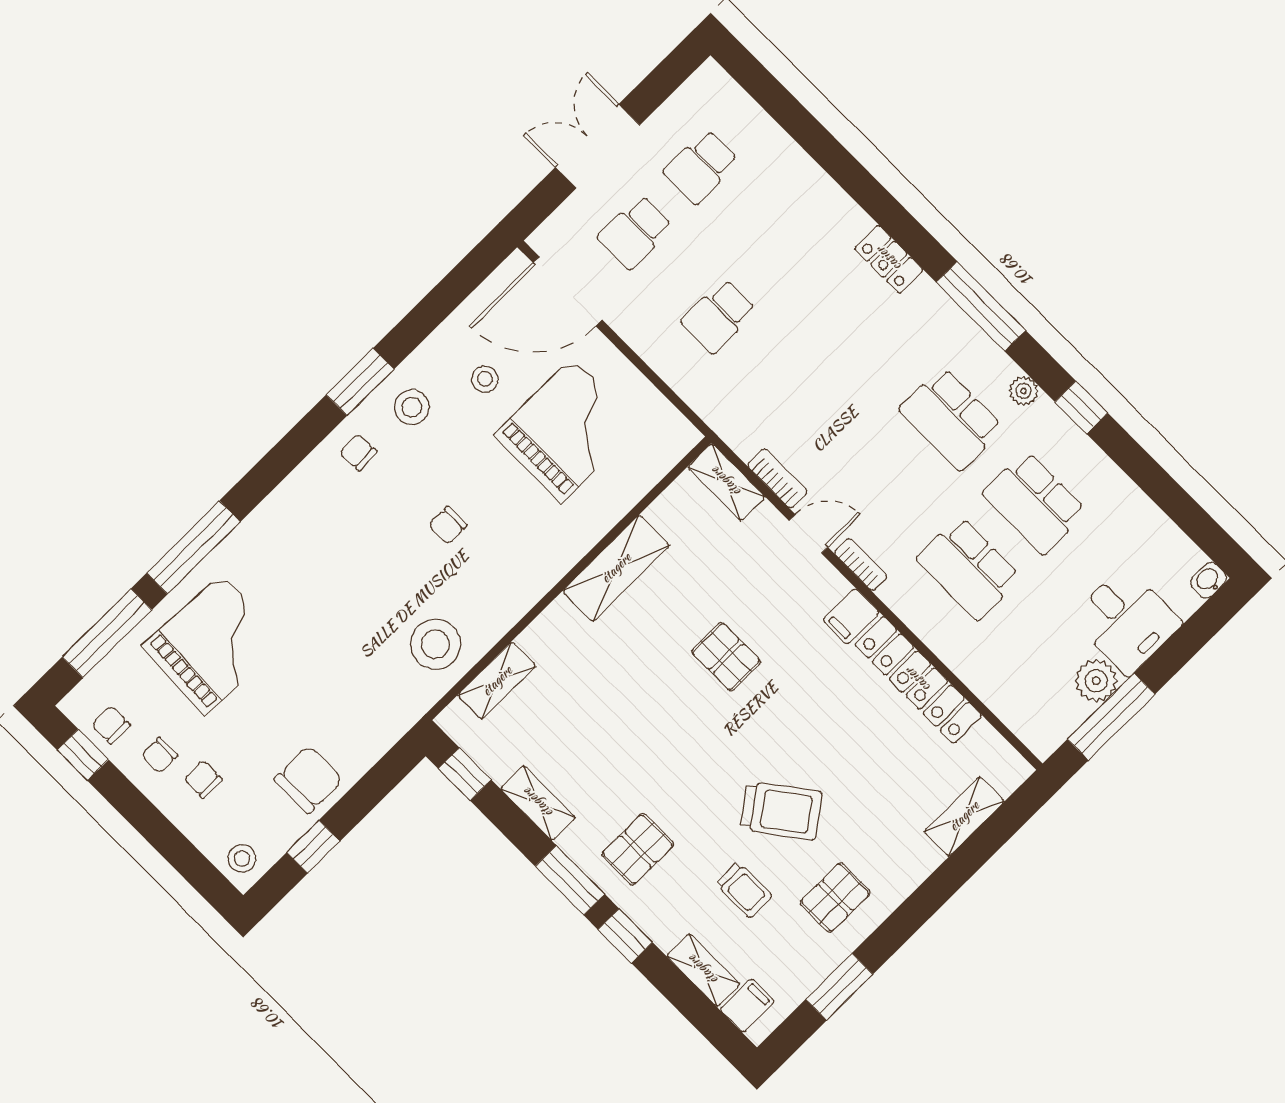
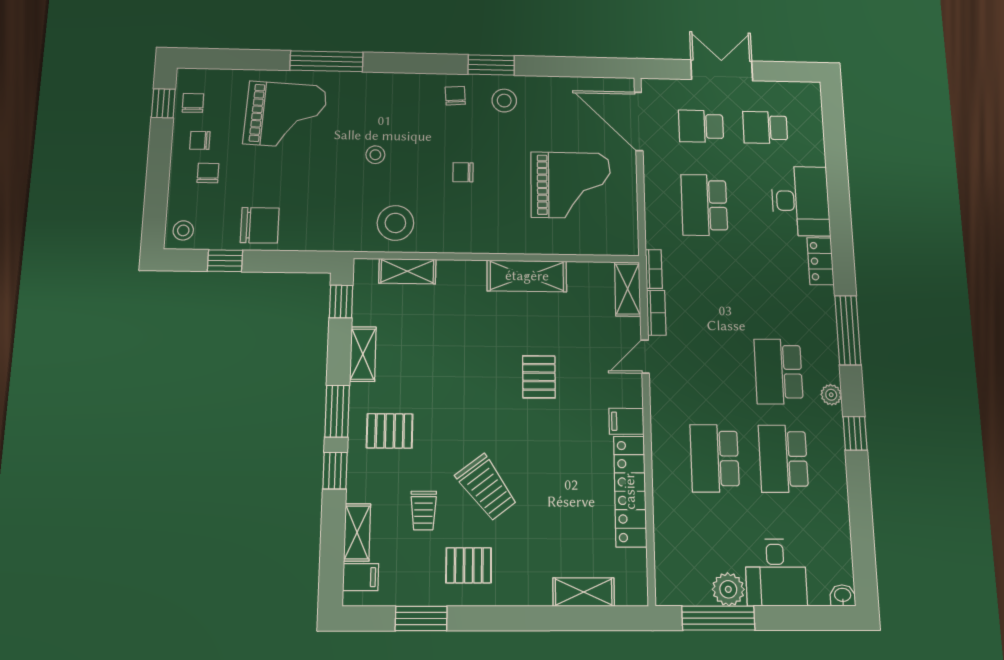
desk: (810, 213) -> (801, 201), added
school desk: (719, 316) -> (704, 205), width x1.85
stool: (485, 379) -> (375, 155), moved
door: (808, 534) -> (645, 357), swing flipped
bookcase: (861, 564) -> (654, 269), moved
window: (107, 633) -> (240, 59), removed

